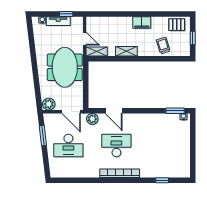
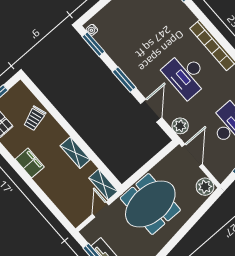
window: (142, 111) -> (124, 80), added

